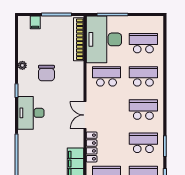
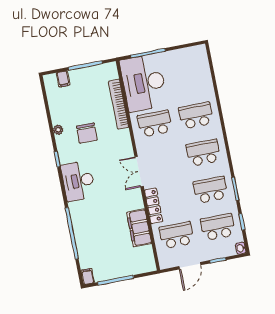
bookcase: (79, 39) -> (119, 104), moved
school desk: (143, 43) -> (189, 78), removed

